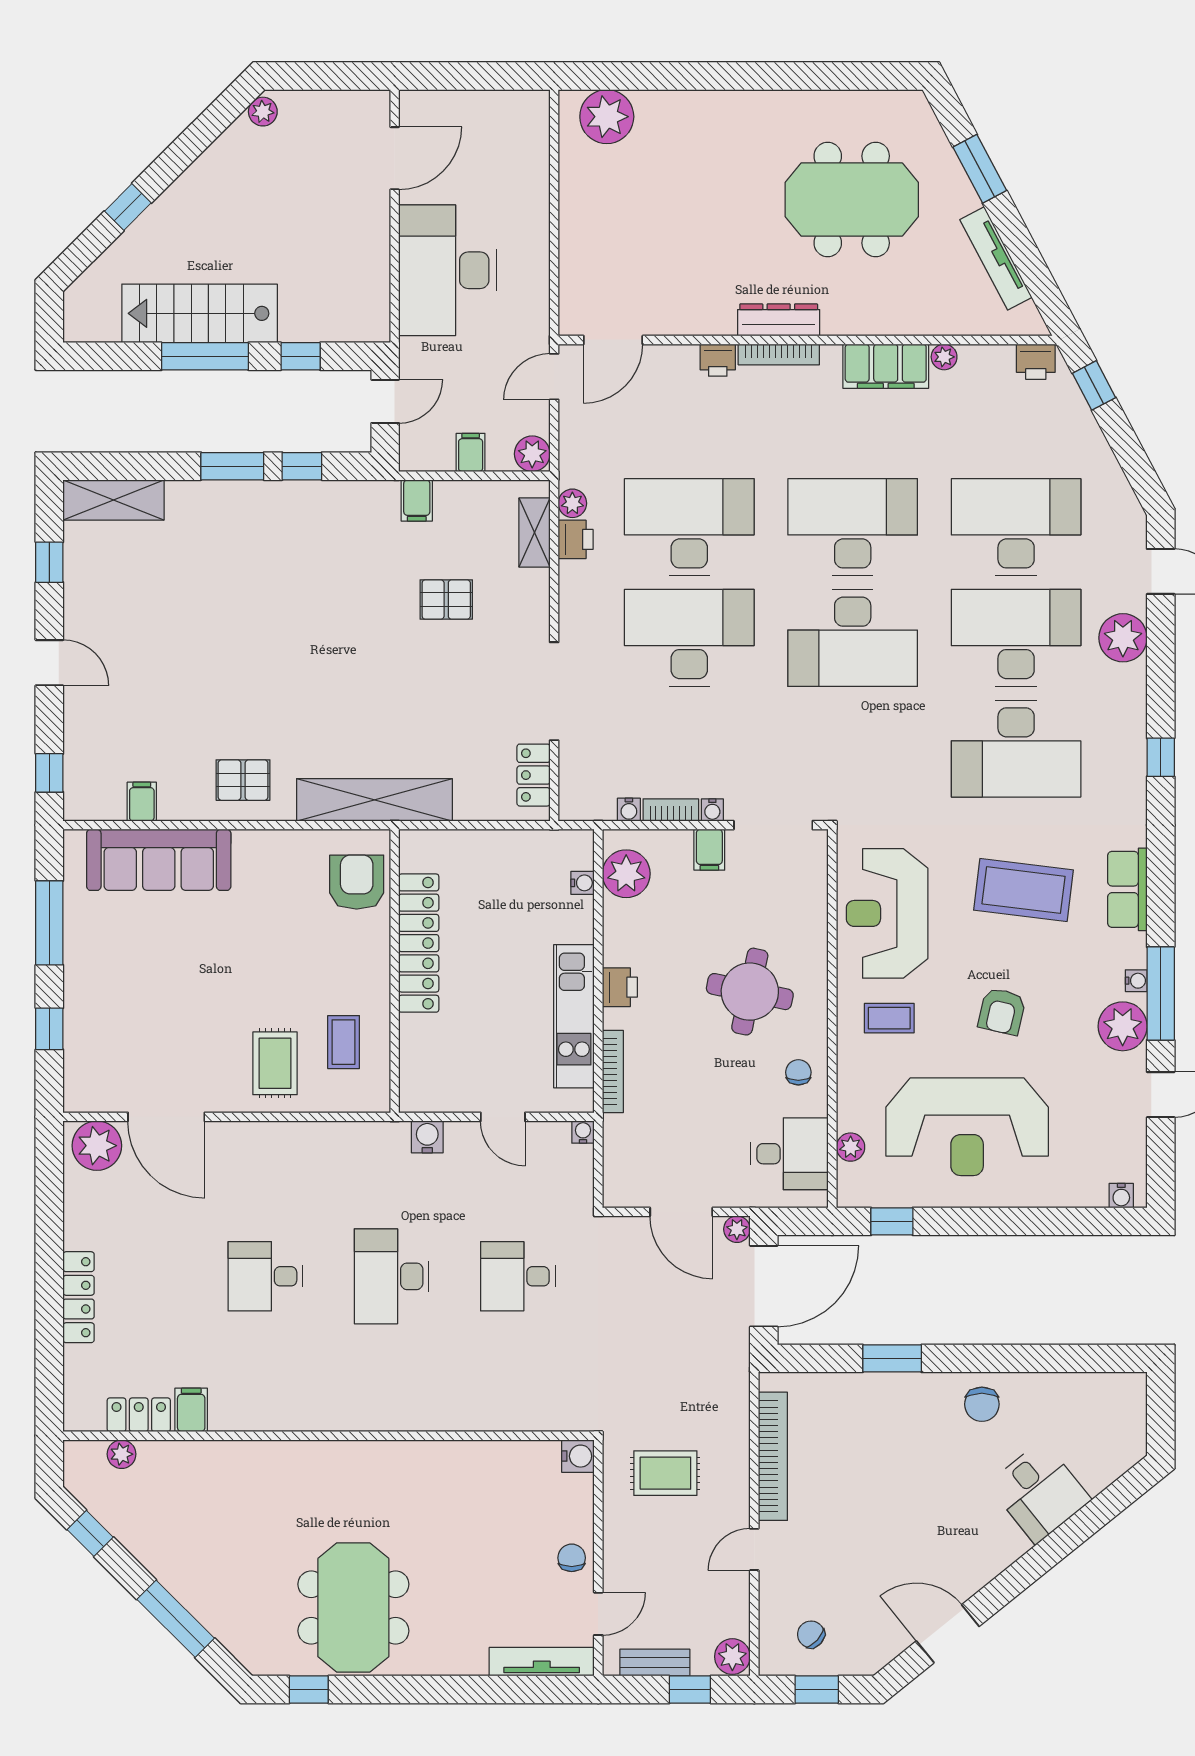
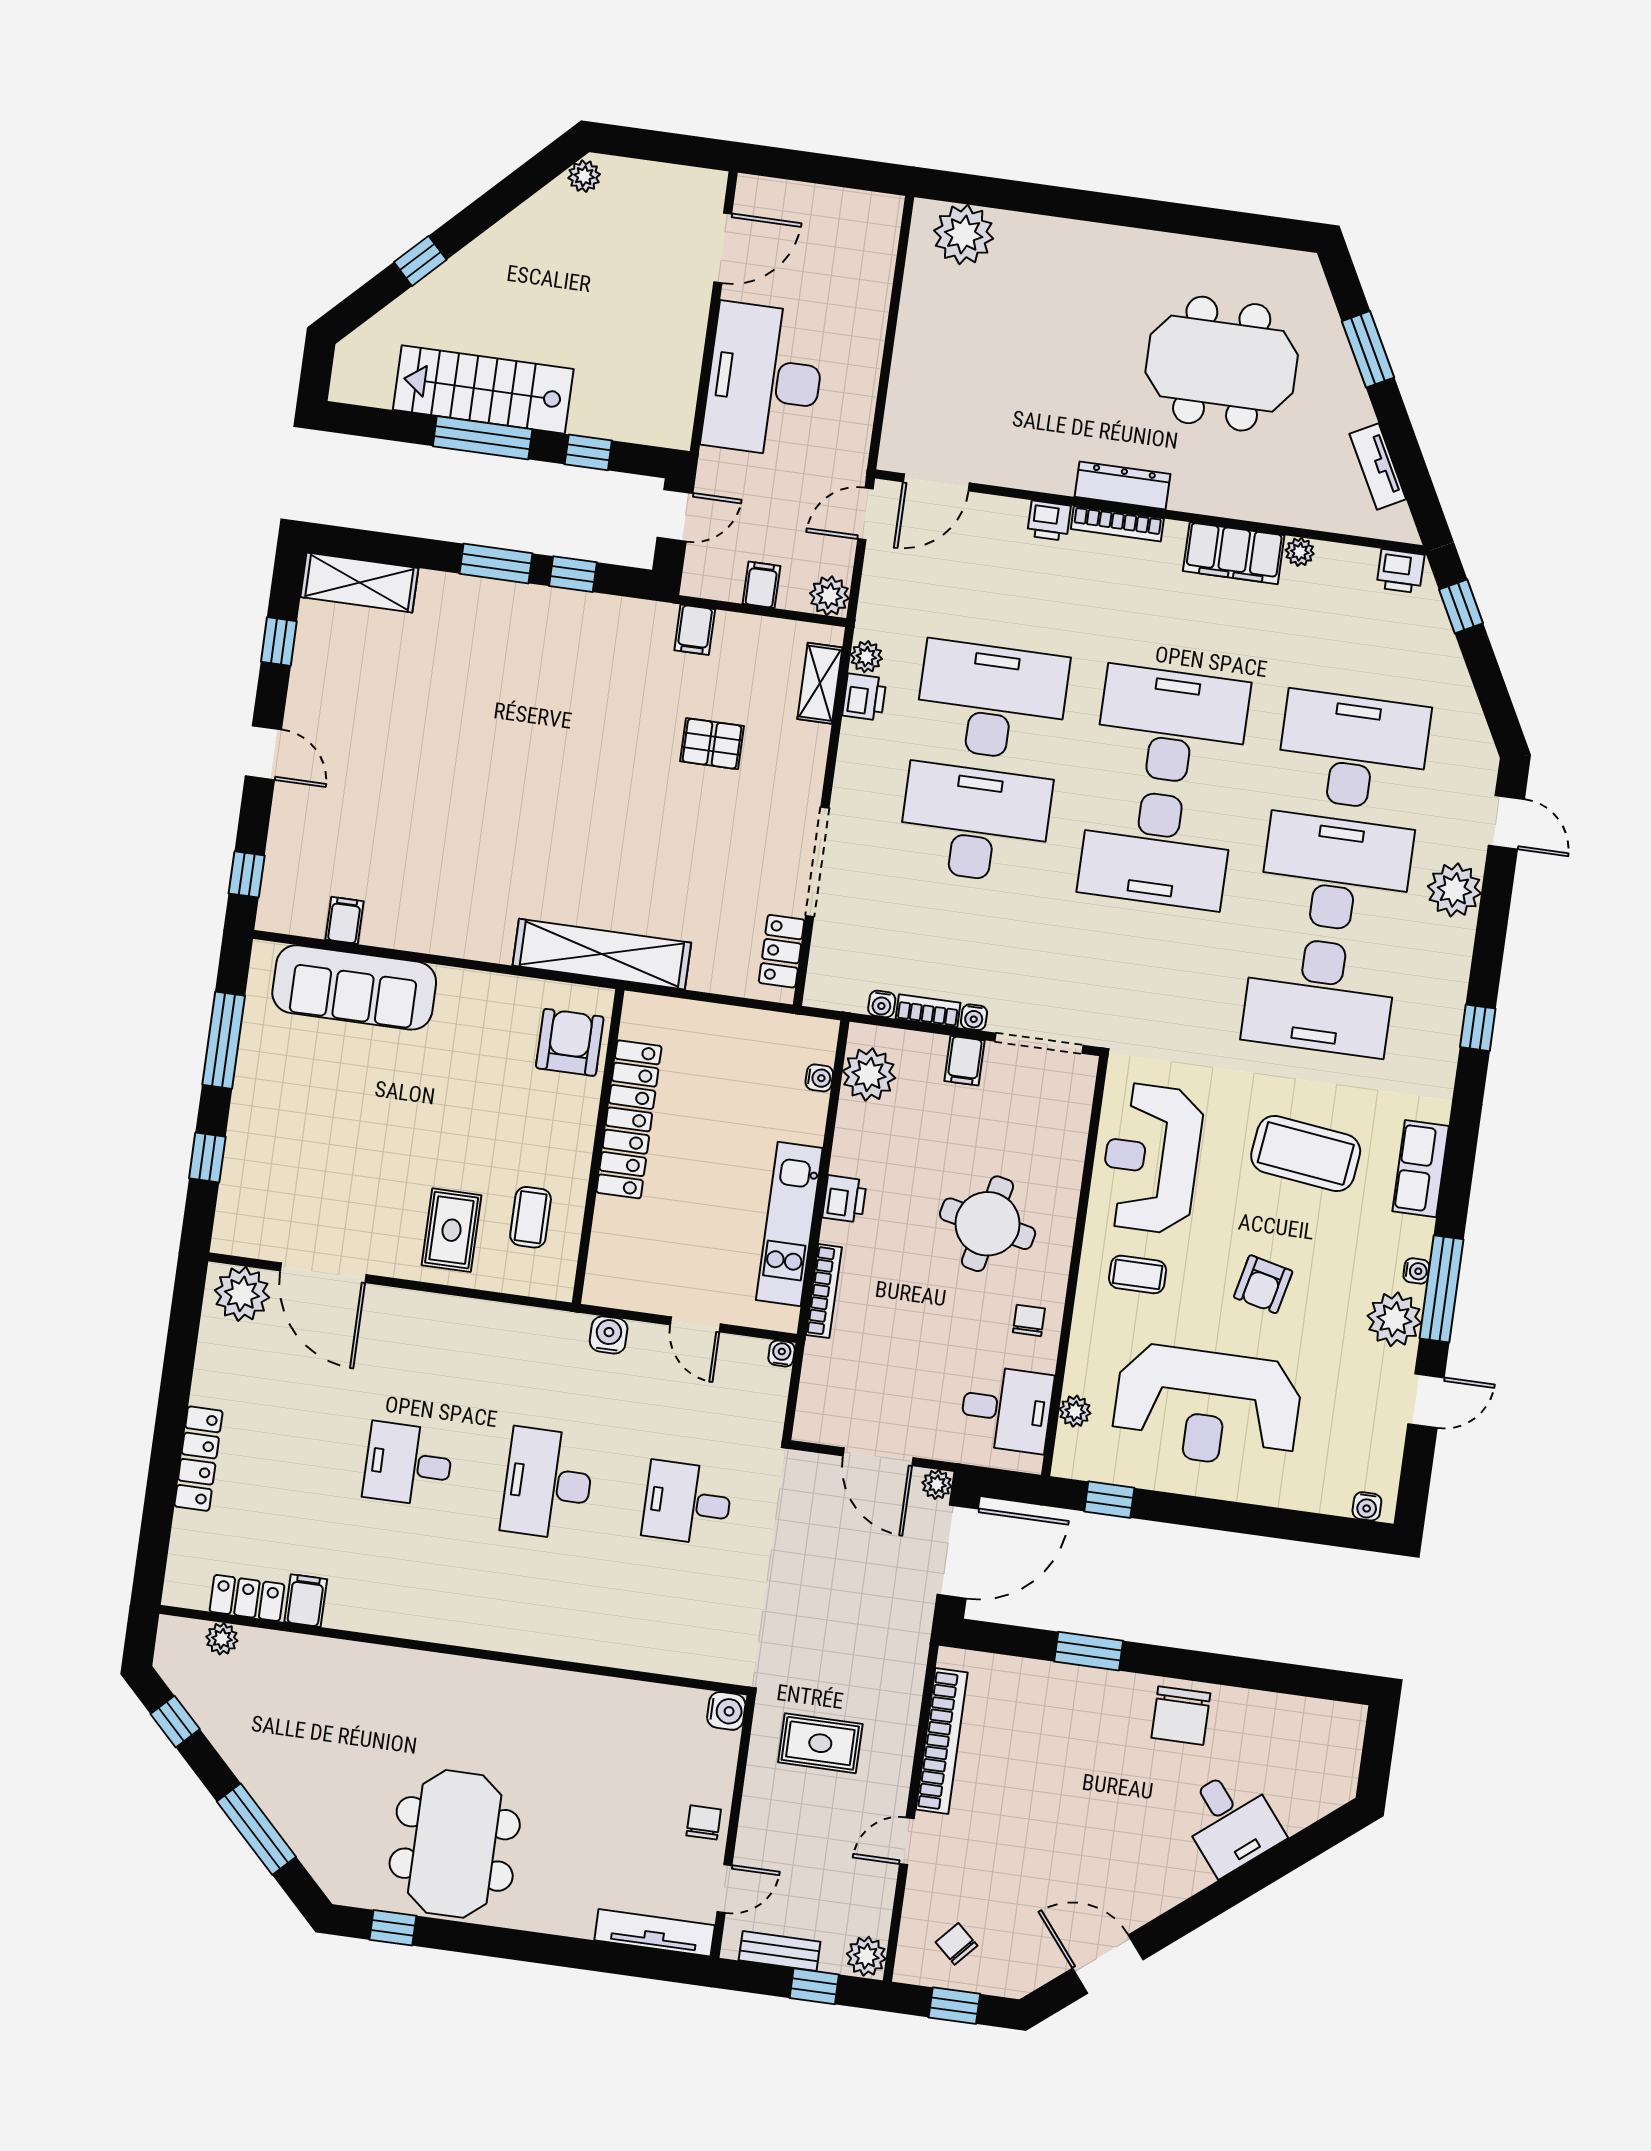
tv unit: (996, 258) -> (1378, 467), width x0.71
pallet: (243, 780) -> (460, 912), removed
chair: (982, 1404) -> (1181, 1716), width x1.37, depth x1.37

